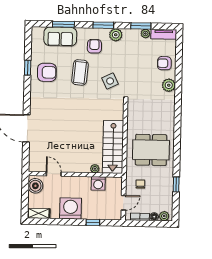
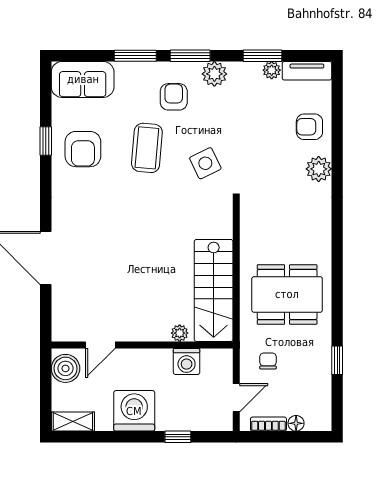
window: (63, 24) -> (135, 56), moved
sofa: (60, 37) -> (83, 79), moved
armchair: (47, 72) -> (83, 149), turned 90
door: (54, 174) -> (100, 345), swing flipped
plant: (164, 216) -> (315, 422), removed

